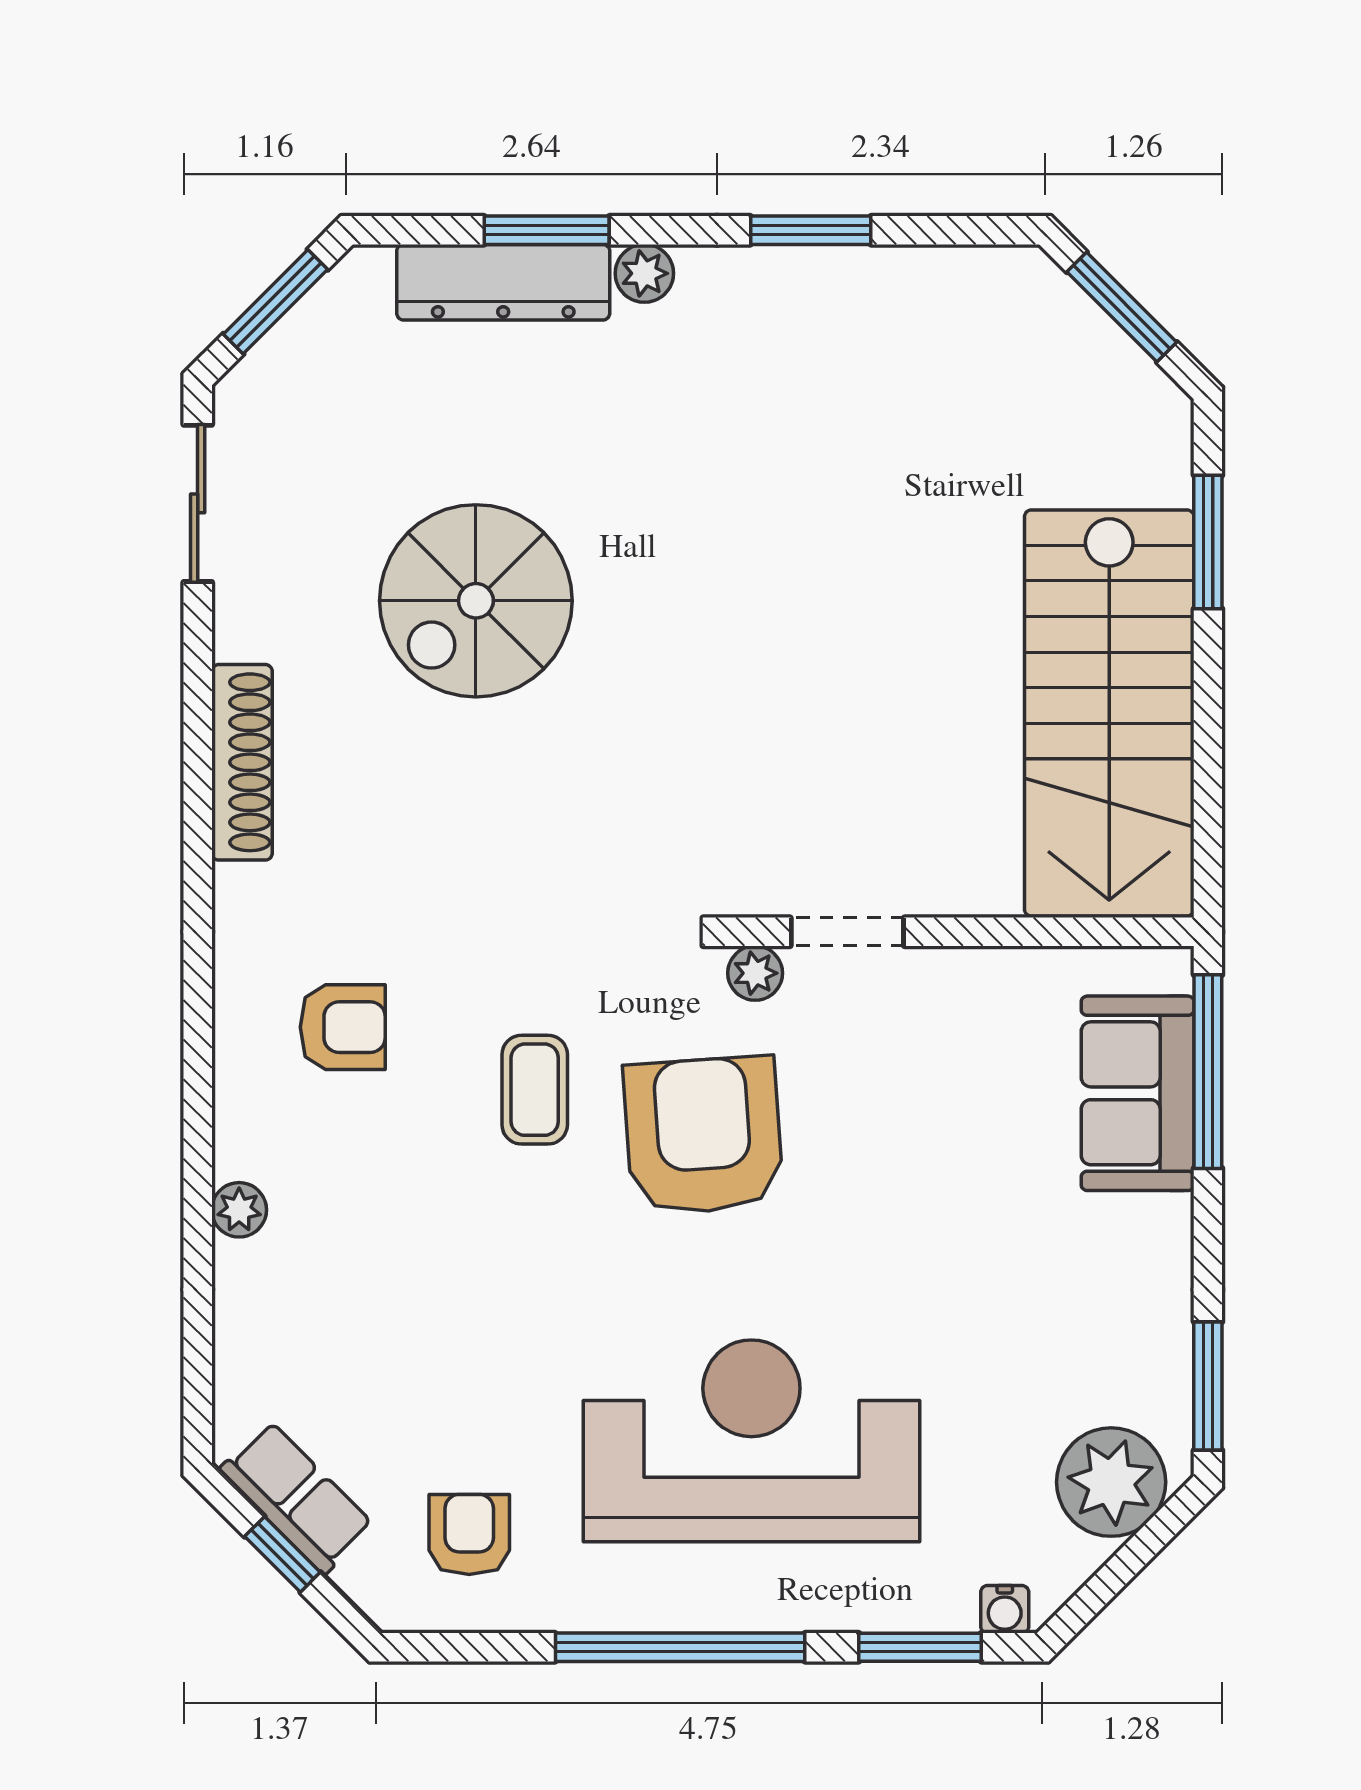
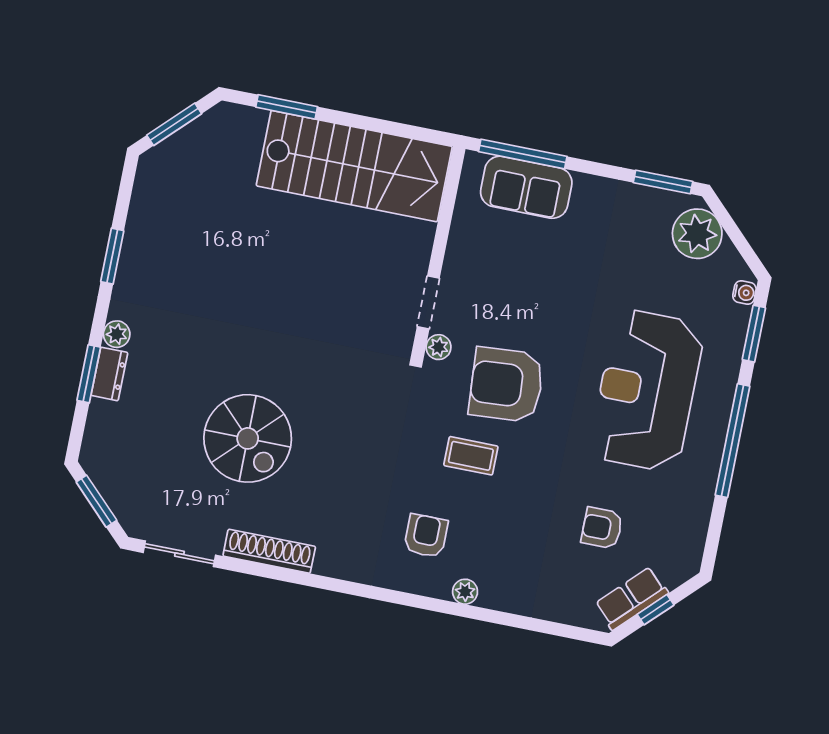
dresser: (503, 282) -> (109, 374), width x0.51, depth x0.80
shoe rack: (242, 762) -> (269, 551), moved
plant: (239, 1210) -> (465, 592), moved
armchair: (469, 1534) -> (602, 528), moved

